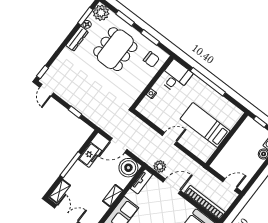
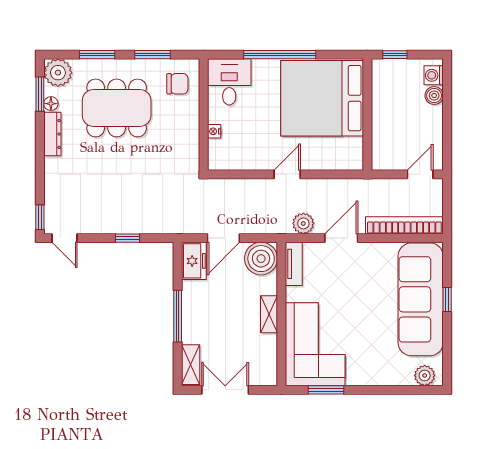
dining table: (115, 49) -> (117, 108), turned 90
bed: (205, 125) -> (322, 98), width x2.04
freezer: (90, 155) -> (194, 261), moved

